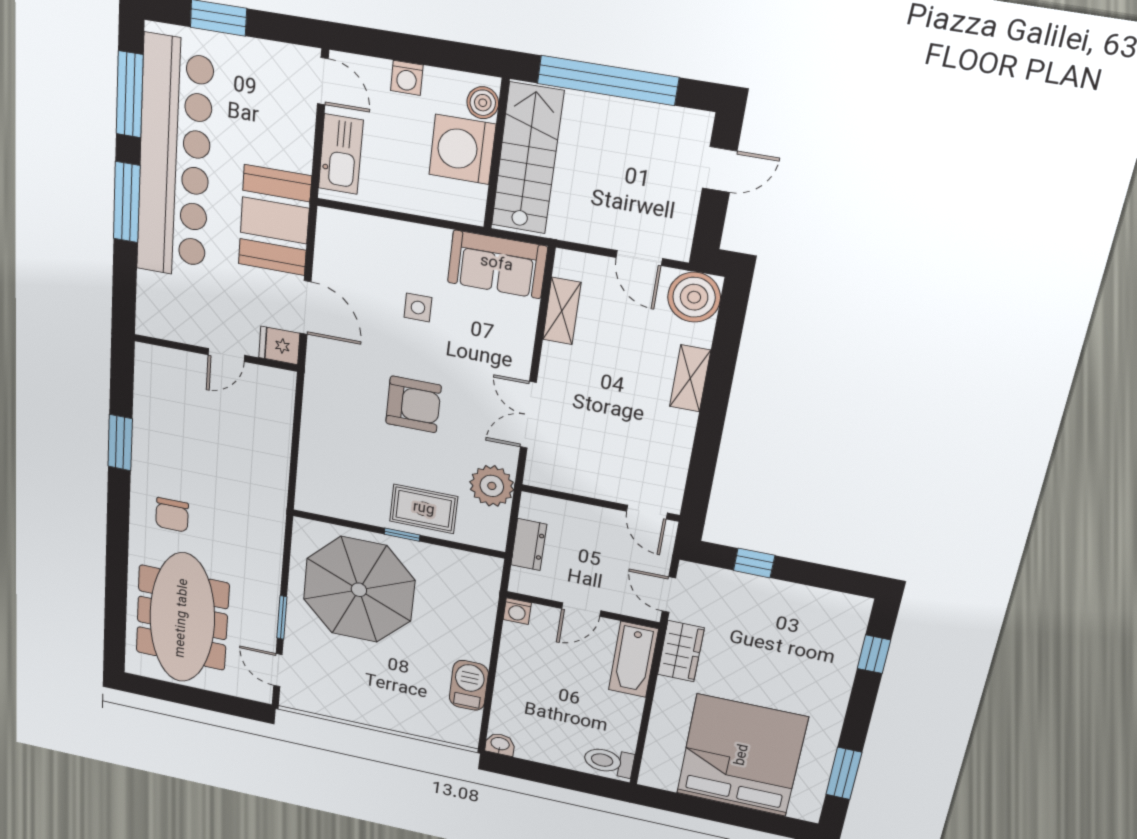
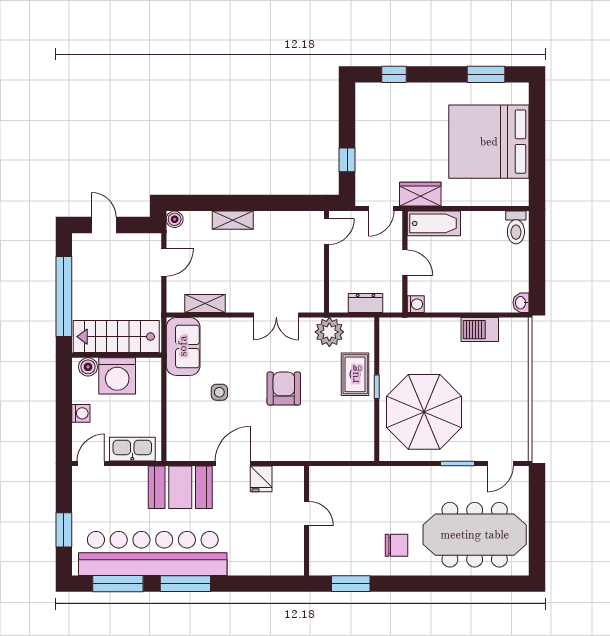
boiler: (694, 297) -> (175, 219), width x0.54, depth x0.54
wall: (215, 353) -> (306, 521), moved
door: (226, 355) -> (306, 513), moved

